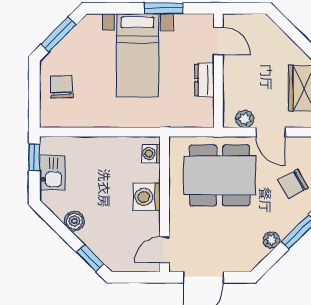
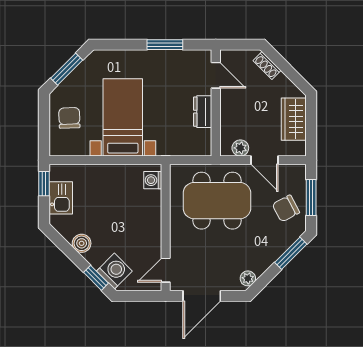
shoe rack: (273, 31) -> (267, 66), added
bed with nightstands: (137, 55) -> (123, 117), moved, turned 180
washing machine: (147, 197) -> (114, 271), moved, turned 135
plant: (271, 240) -> (248, 278), moved

